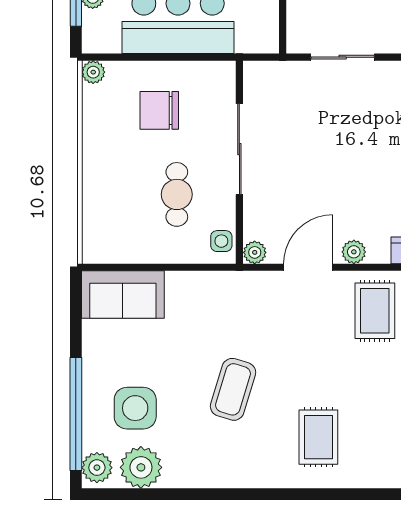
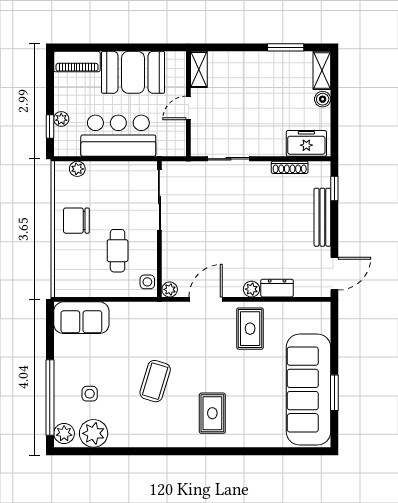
plant: (93, 72) -> (77, 169), moved
chair: (159, 110) -> (76, 221), moved
sliding door: (239, 149) -> (159, 200), moved
plant: (354, 252) -> (251, 289), moved
side table: (135, 408) -> (90, 394), width x0.54, depth x0.54

